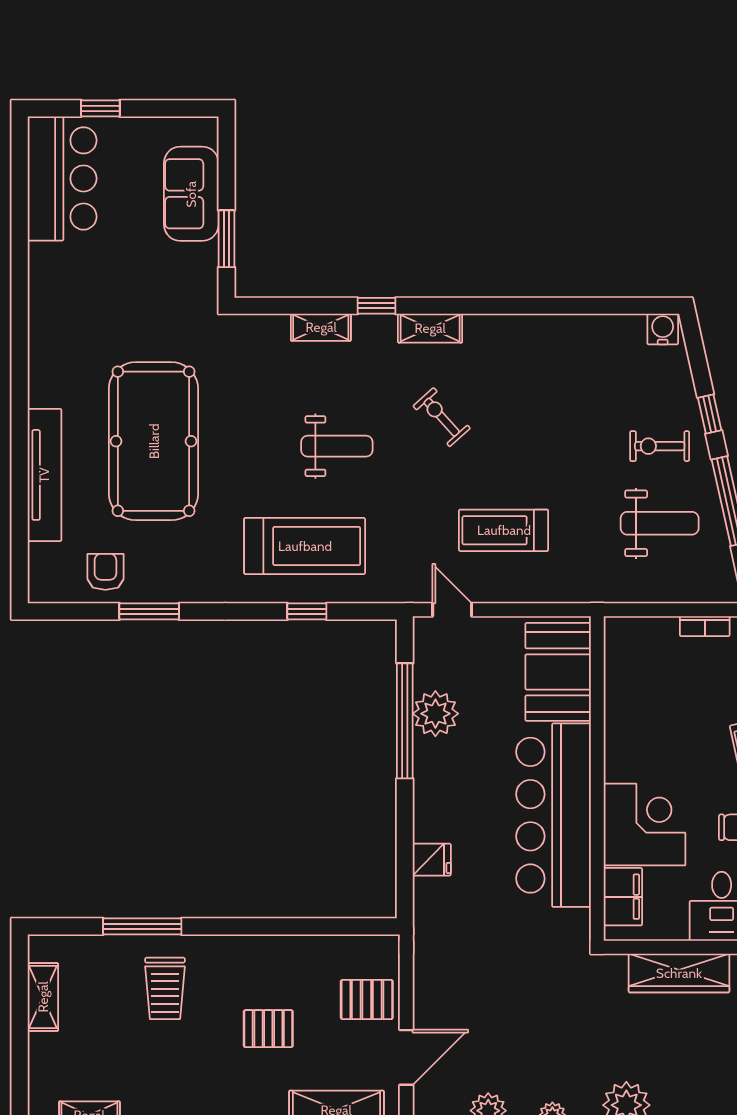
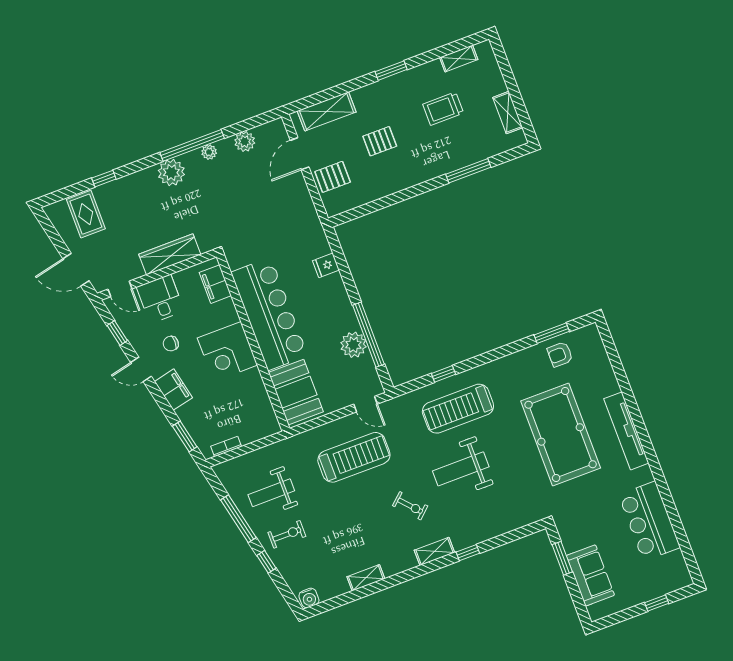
bar counter: (62, 178) -> (649, 521), moved
shelving: (321, 327) -> (366, 578), moved
weight bench: (337, 446) -> (461, 469), width x1.36, depth x1.33
tv unit: (44, 475) -> (626, 431), moved
treadmill: (504, 530) -> (354, 457), width x1.37, depth x1.38
armchair: (105, 572) -> (560, 354), turned 90
window: (149, 611) -> (552, 333), moved
corner desk: (645, 825) -> (227, 352), moved
trolley: (165, 988) -> (443, 109), moved, turned -90

